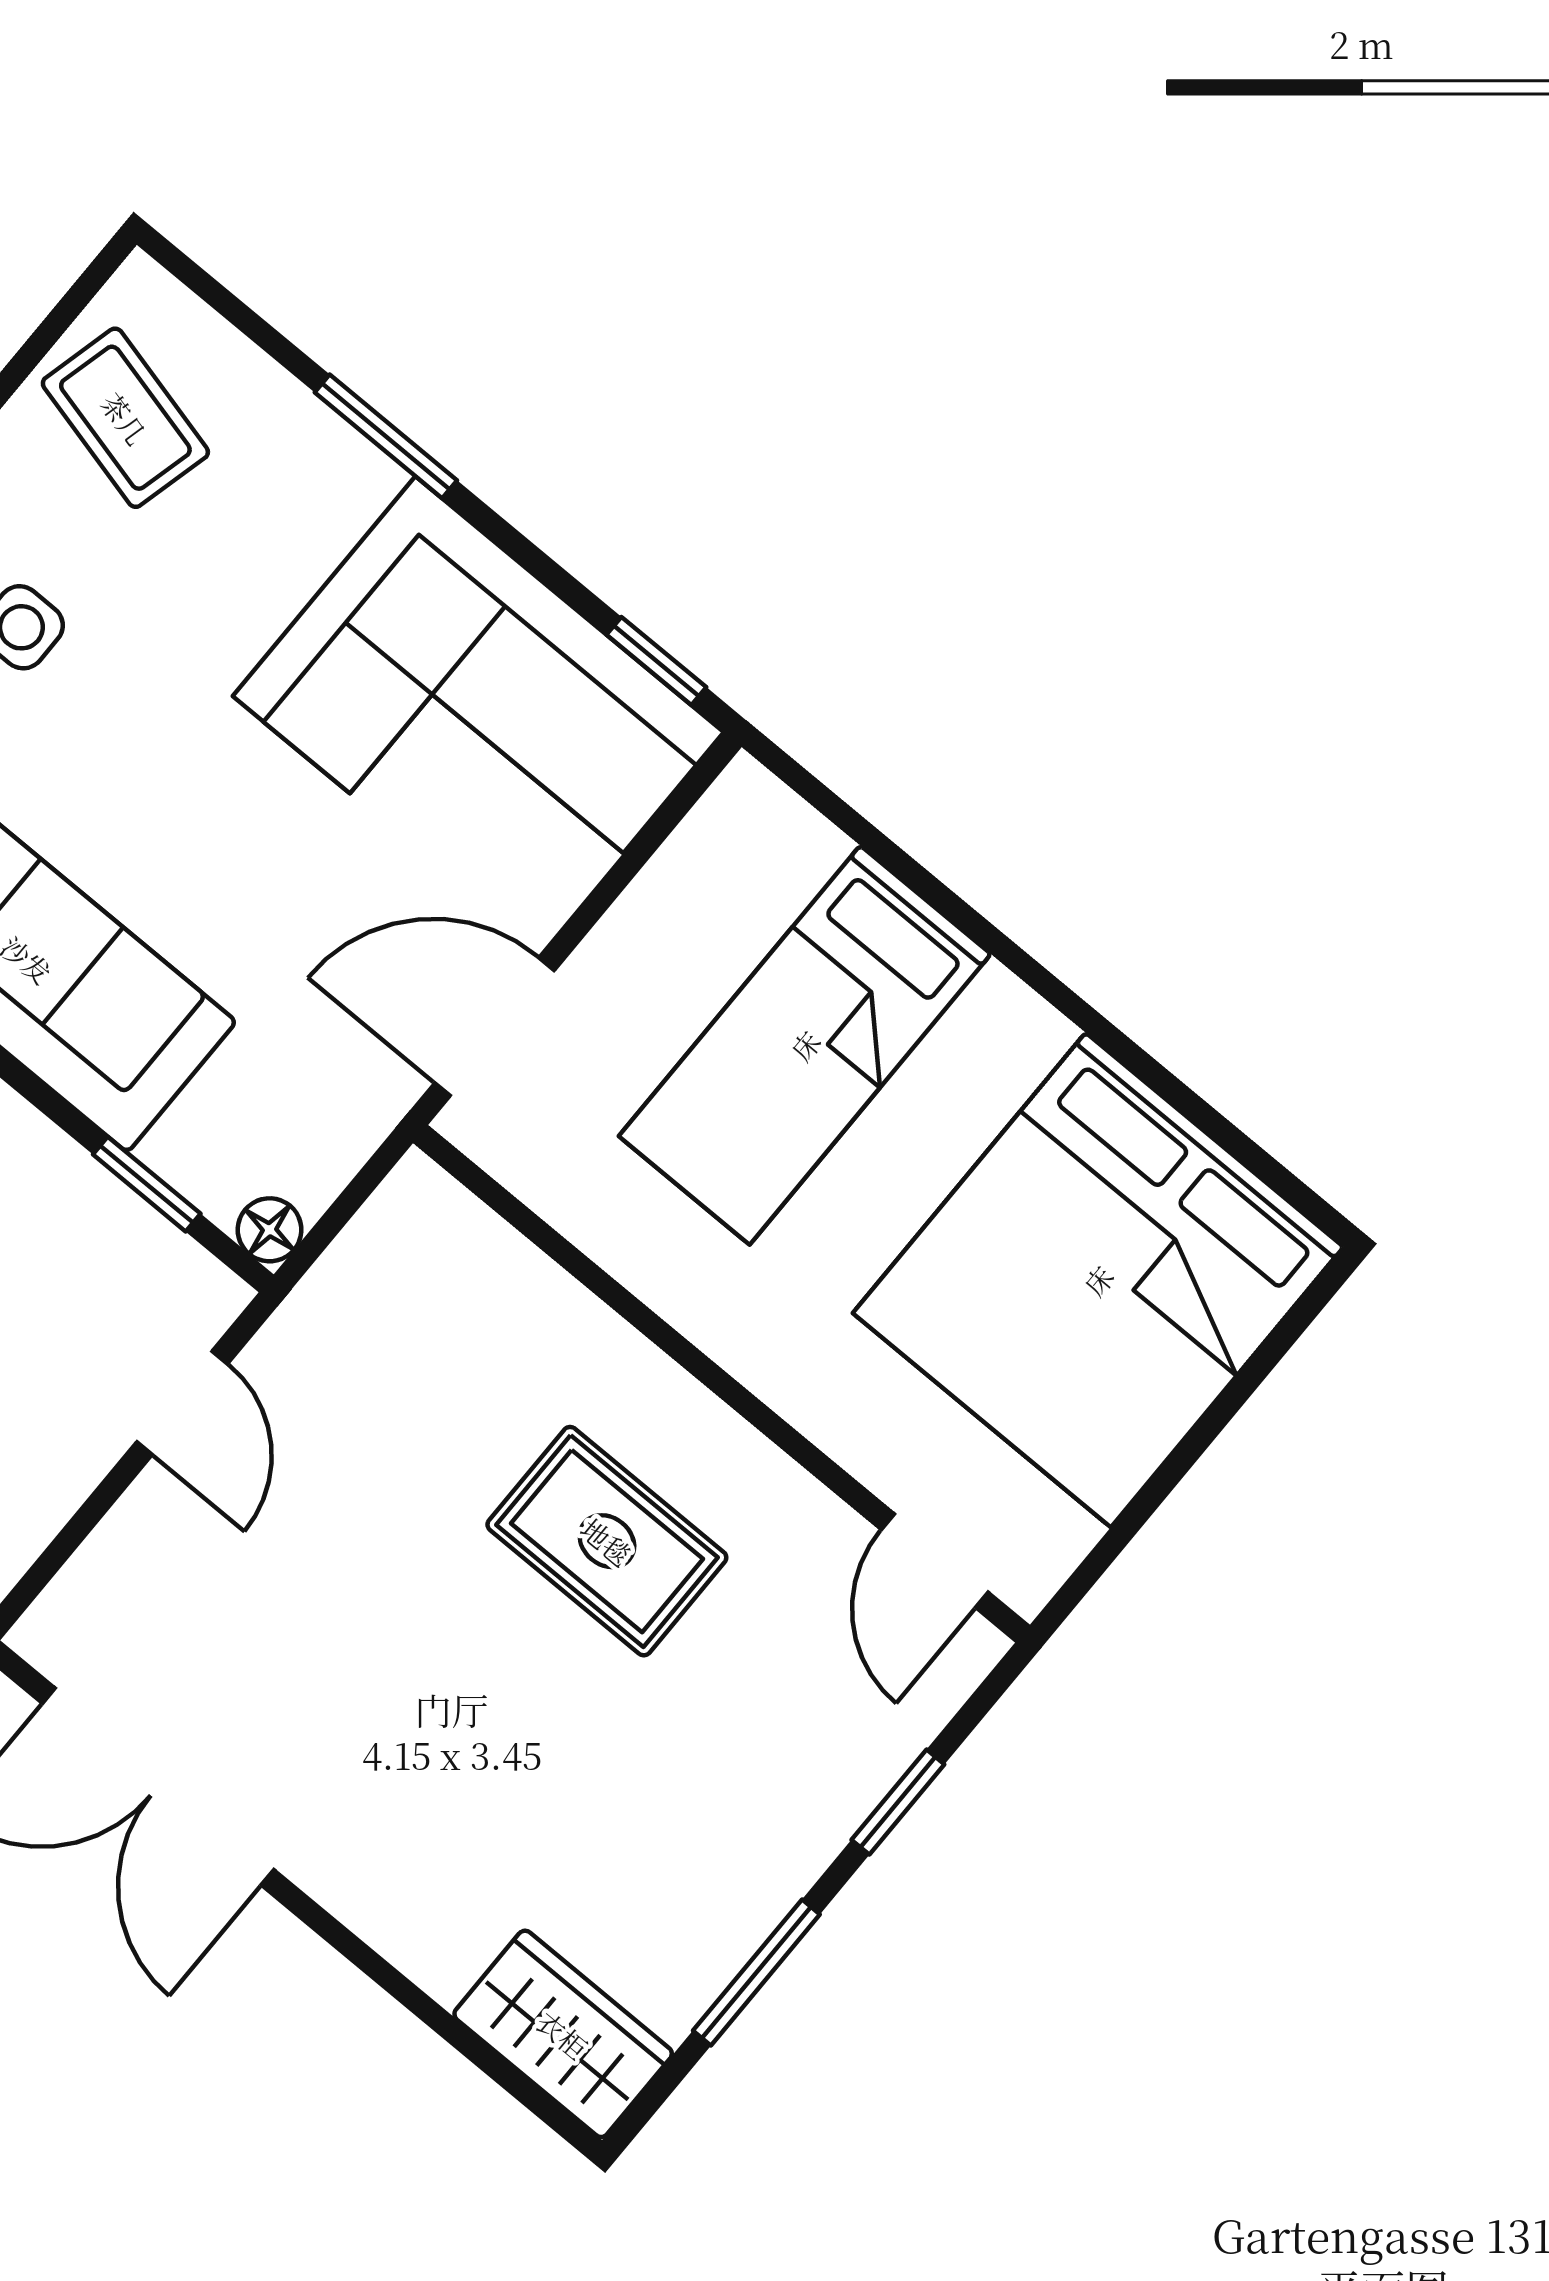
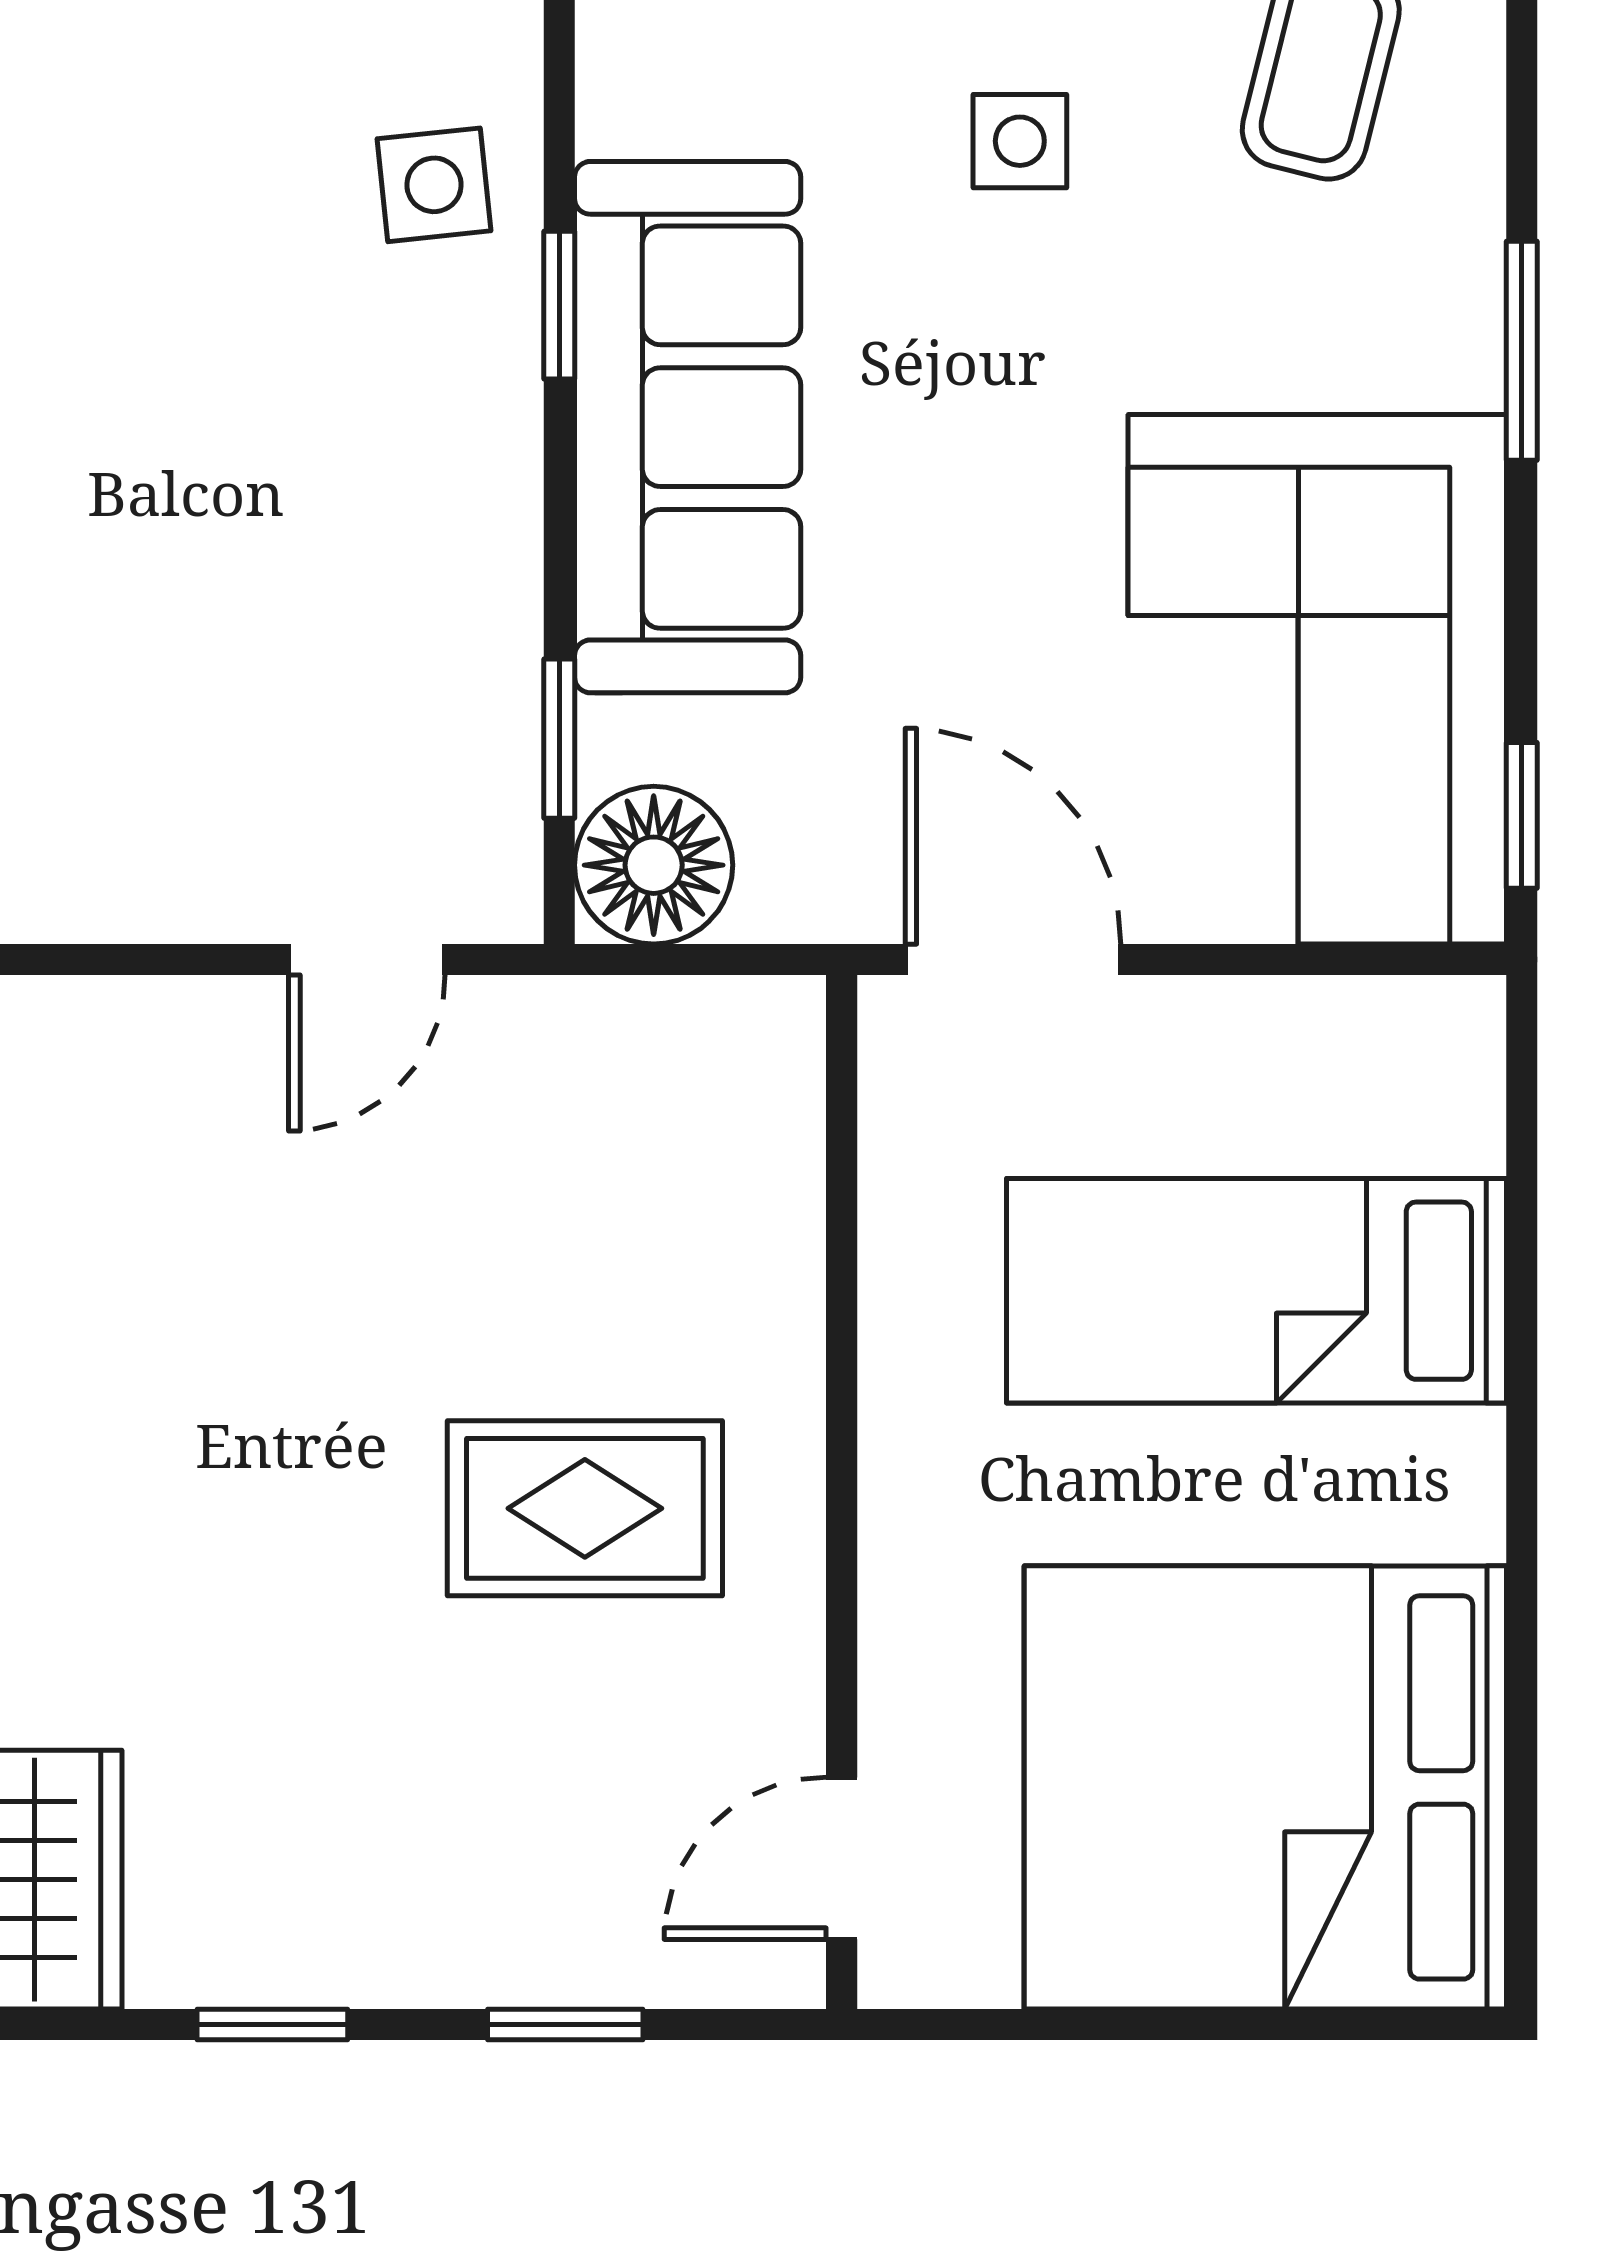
floor lamp: (270, 1230) -> (654, 865), width x1.89, depth x1.89
rug: (607, 1541) -> (585, 1508), turned 90
window: (756, 1972) -> (272, 2025), width x0.67

